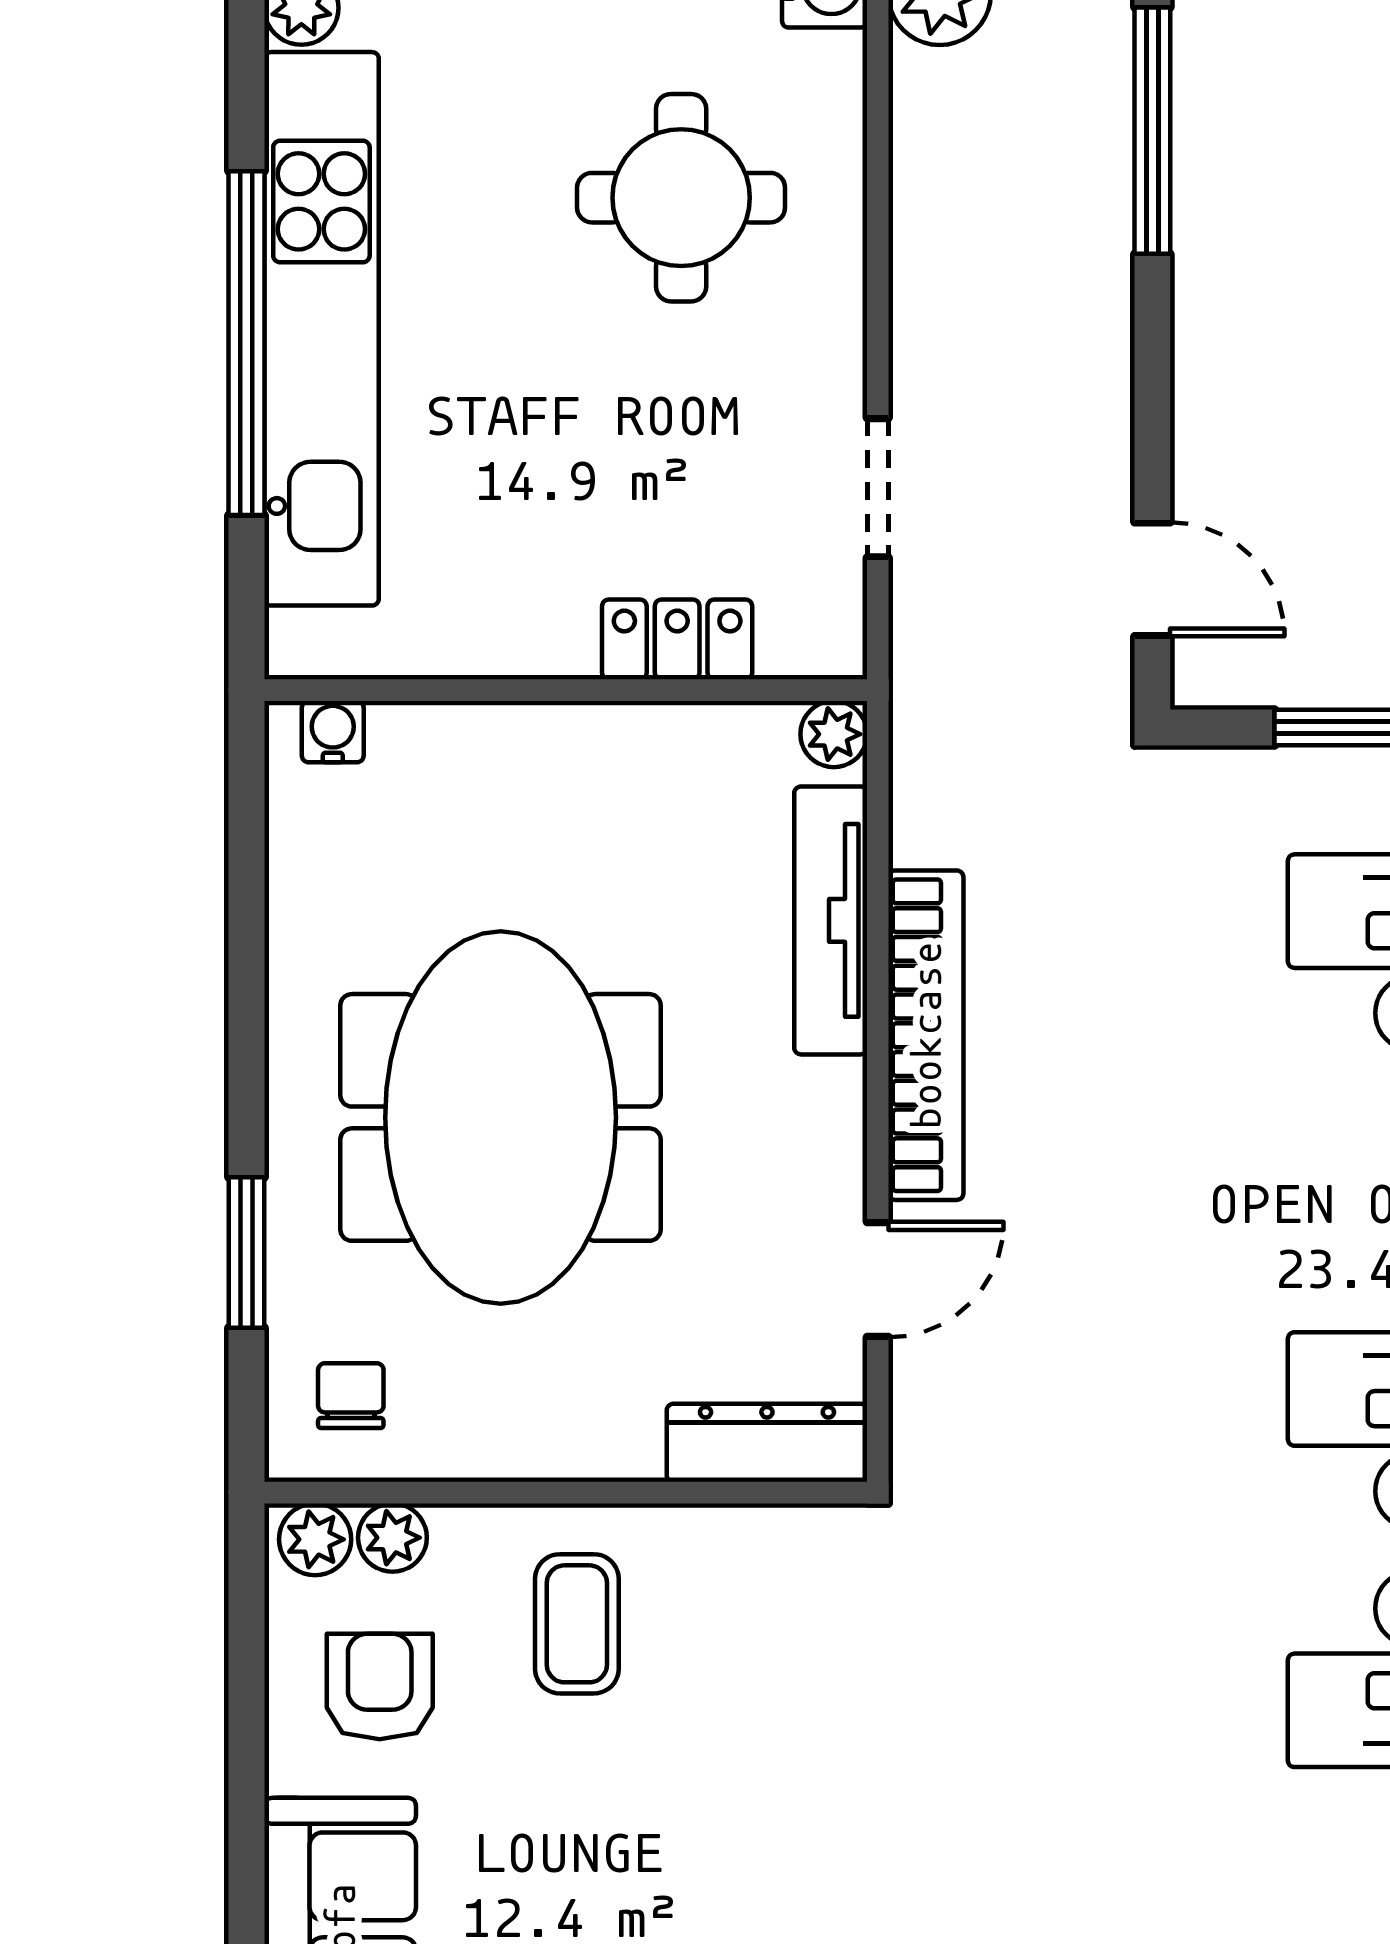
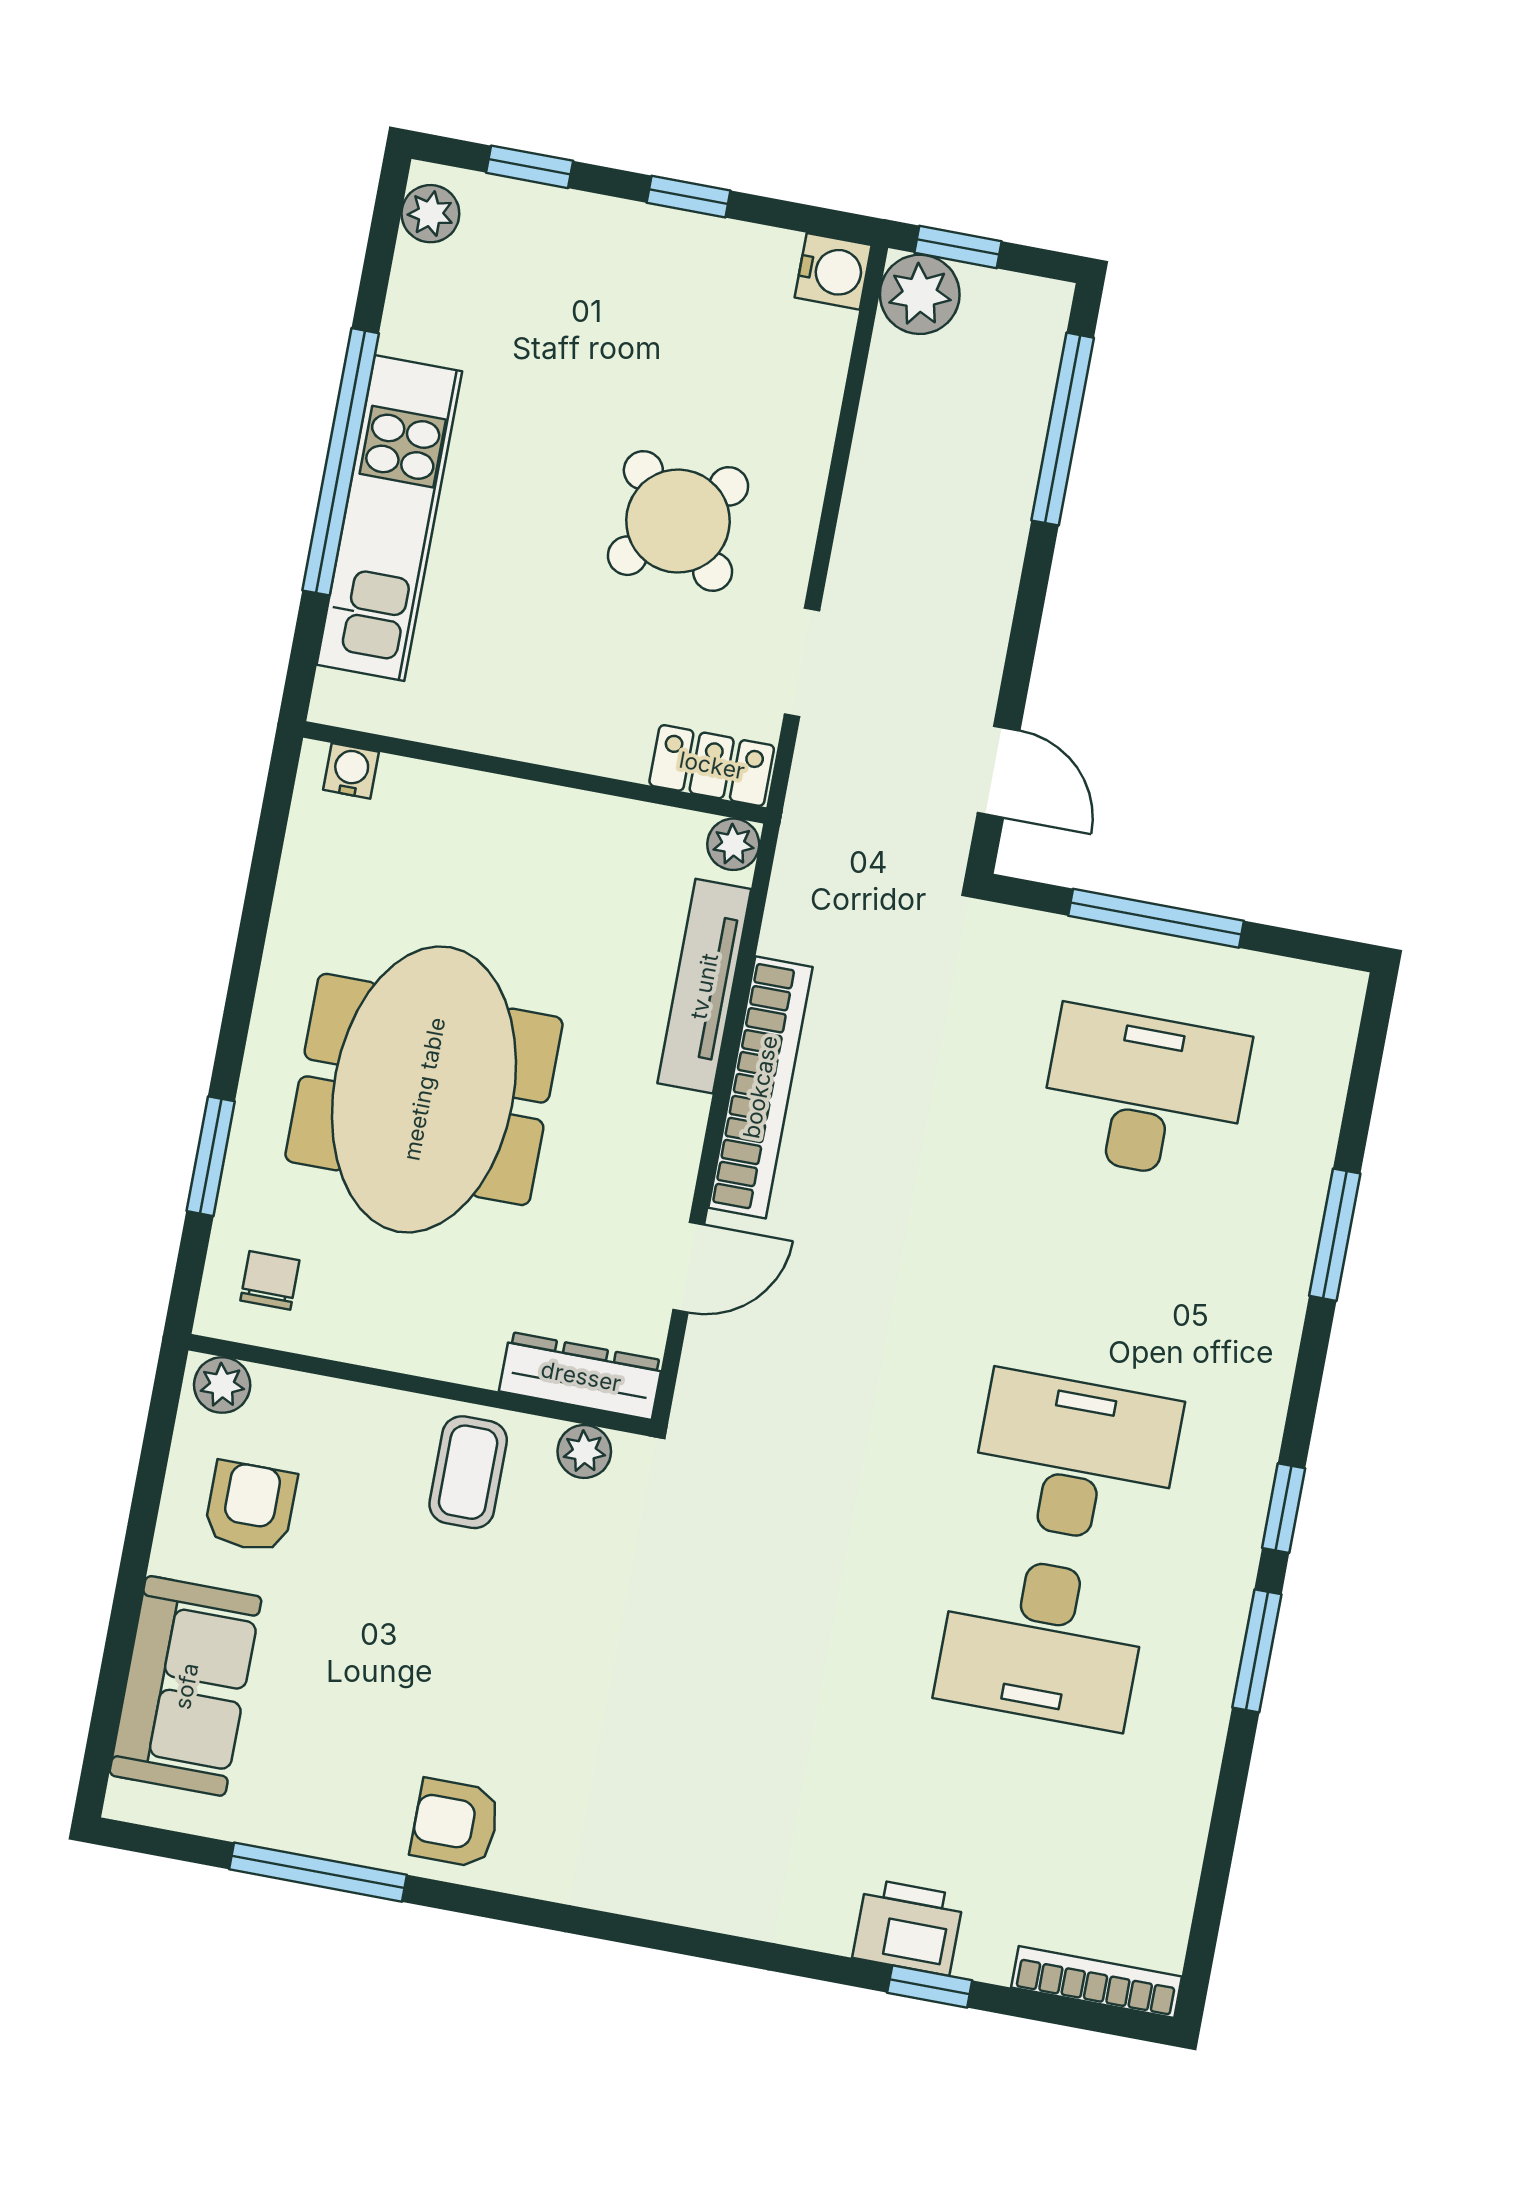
round table: (681, 198) -> (678, 521), moved, turned 45
kitchen unit: (321, 329) -> (389, 518), width x0.73
locker: (677, 639) -> (712, 765), moved
plant: (392, 1538) -> (584, 1451), moved
coffee table: (577, 1624) -> (468, 1472), moved

